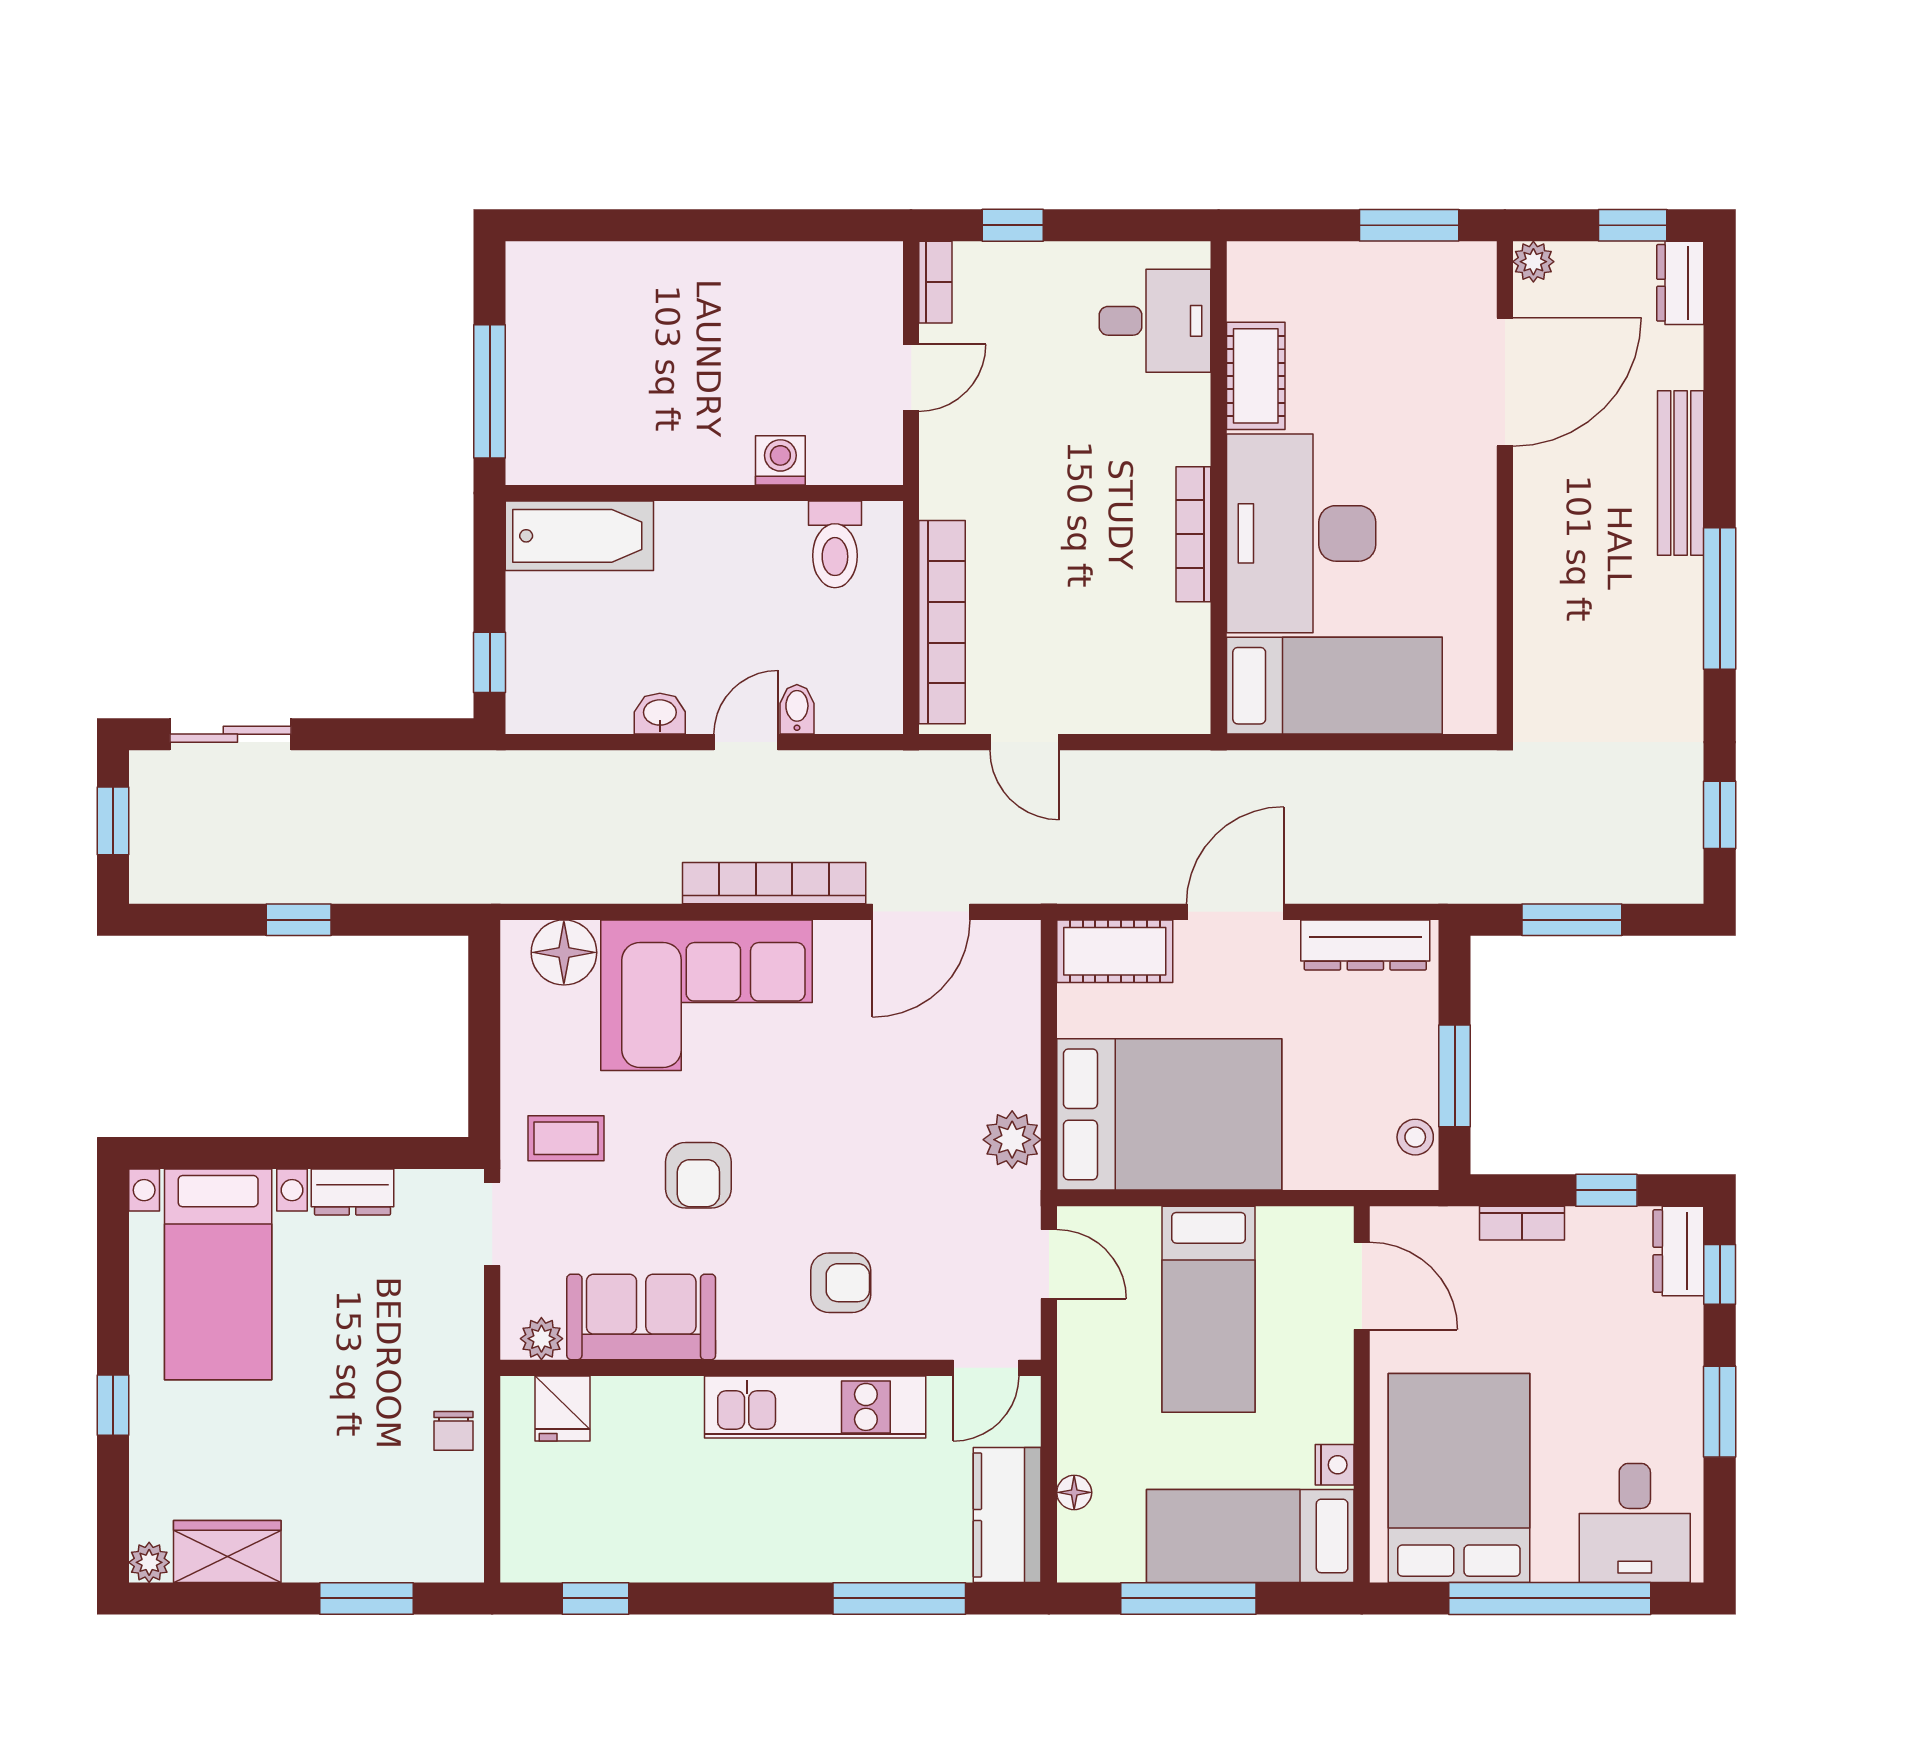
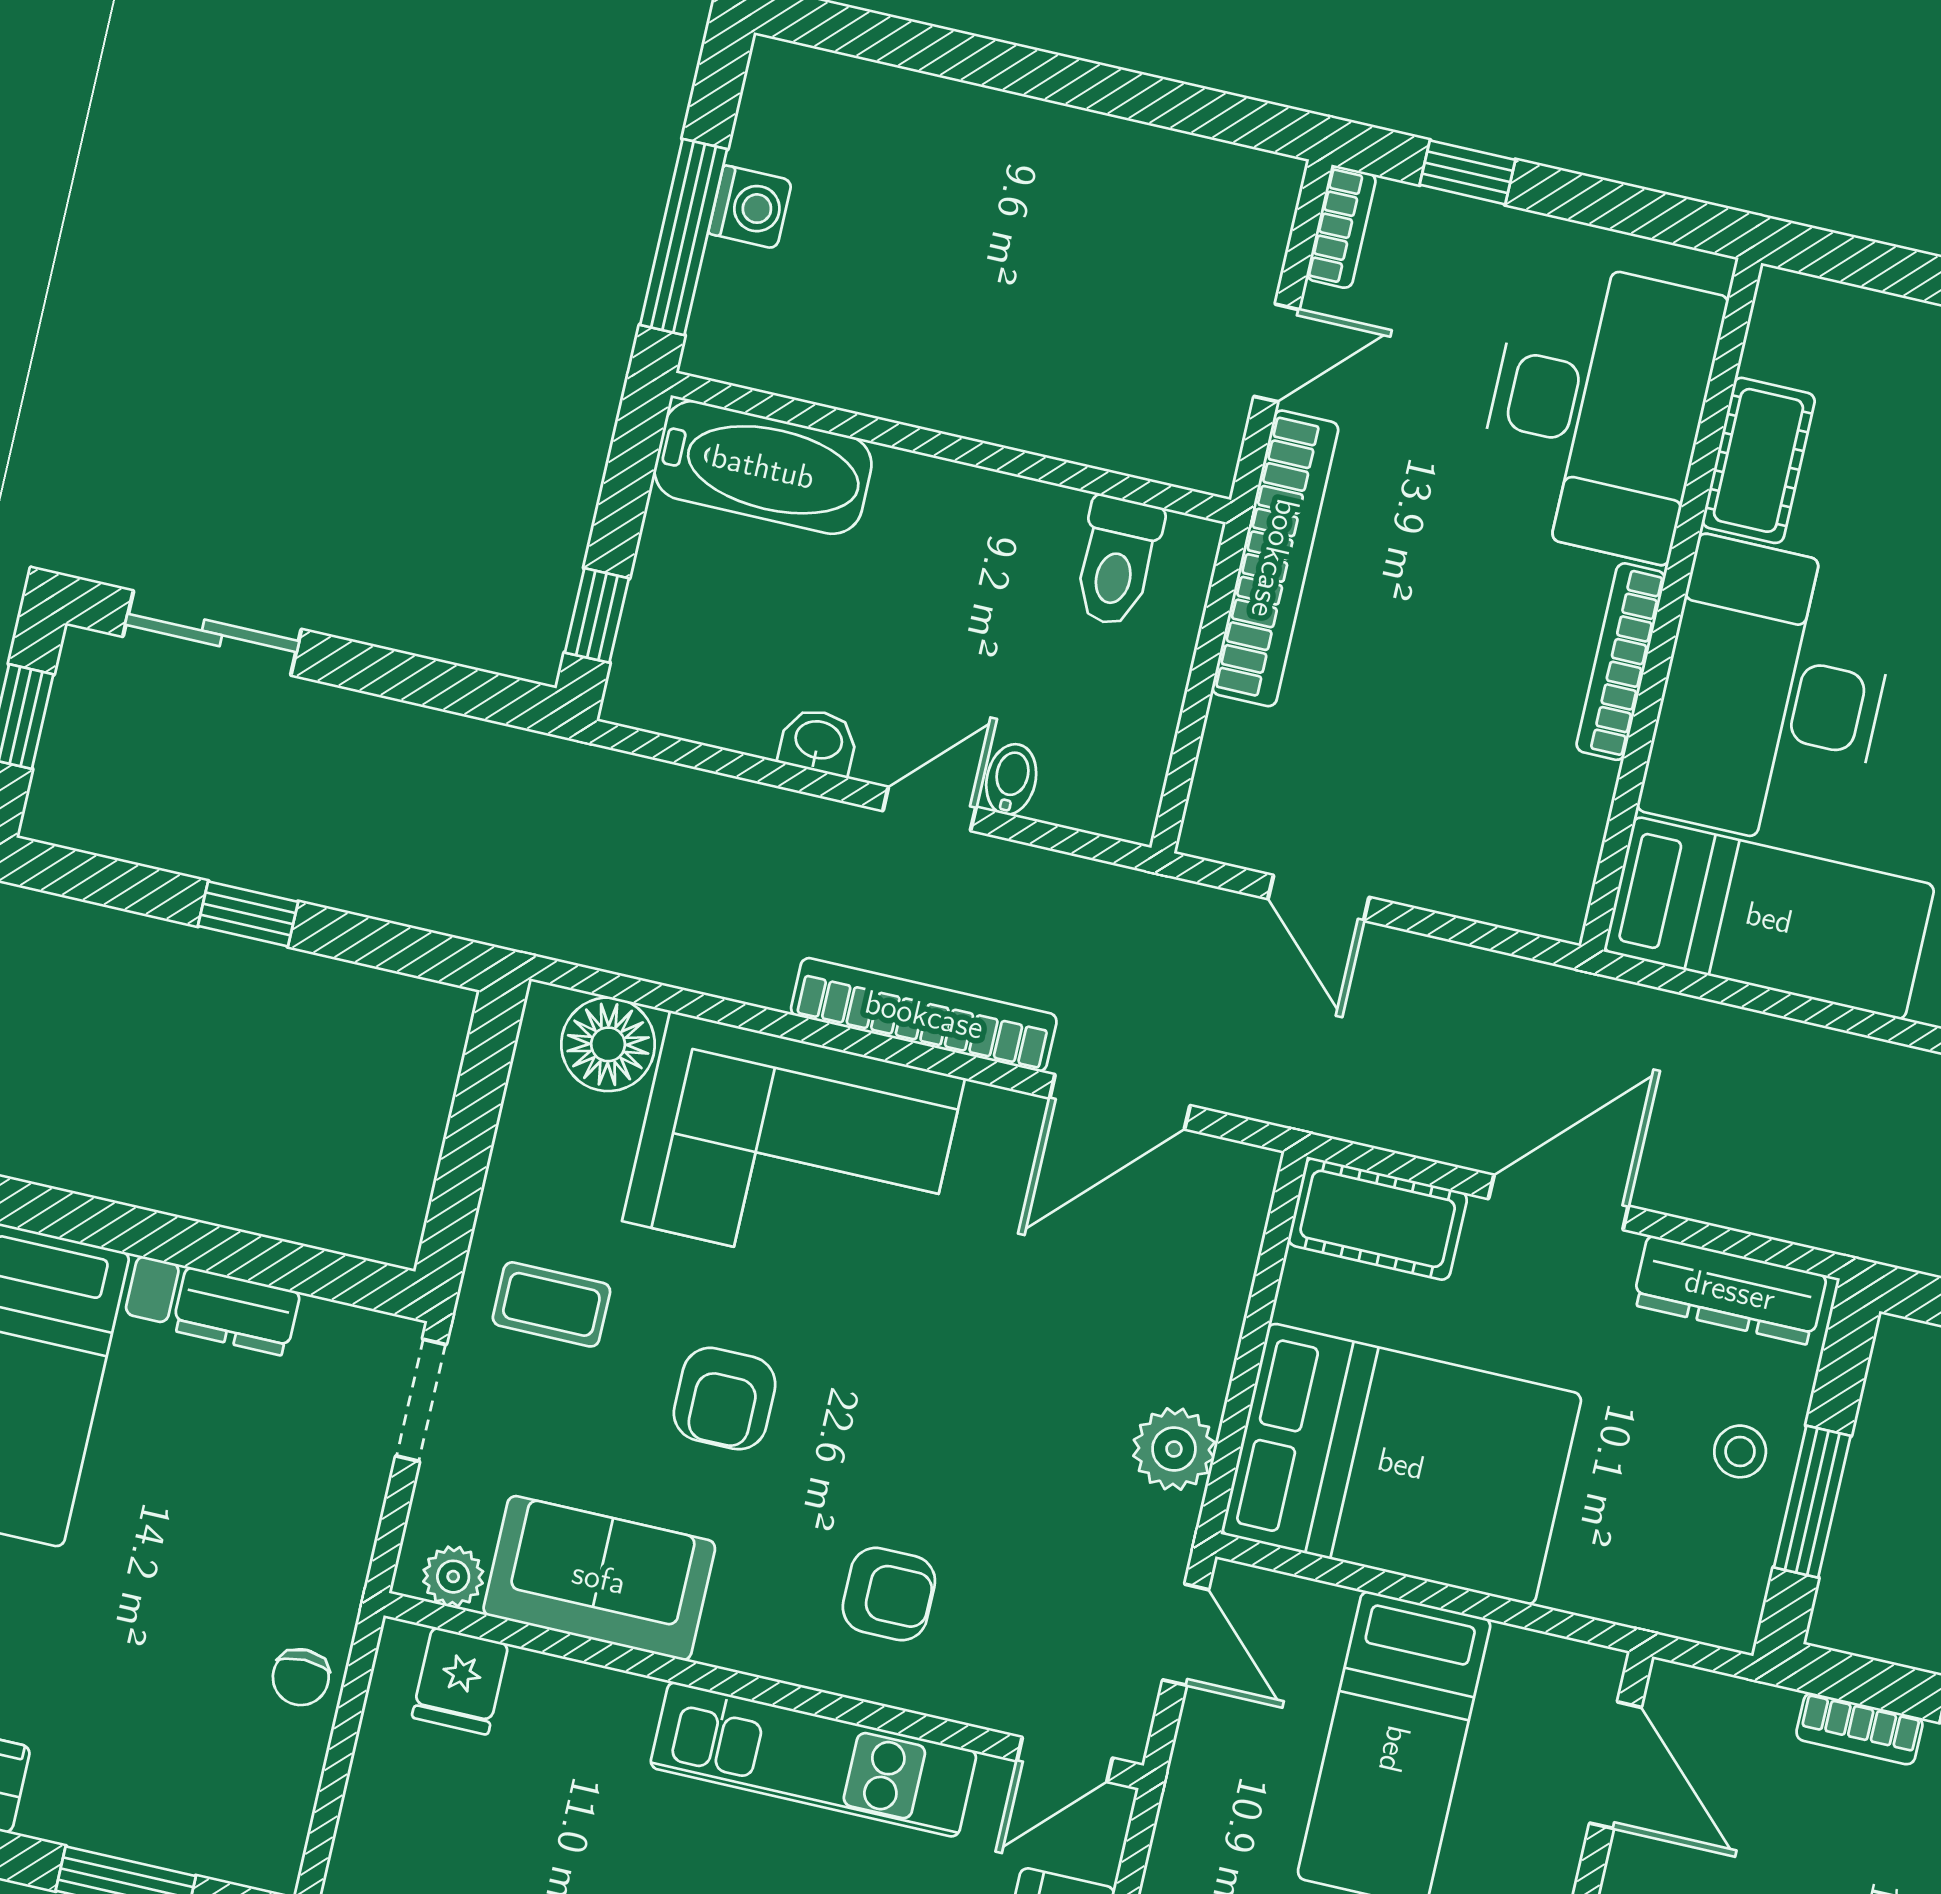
desk: (1155, 321) -> (1598, 409), width x1.87, depth x1.30
washing machine: (780, 460) -> (750, 207), moved, turned 90
bookcase: (942, 622) -> (1275, 558), moved
stool: (1415, 1137) -> (1740, 1451), moved

